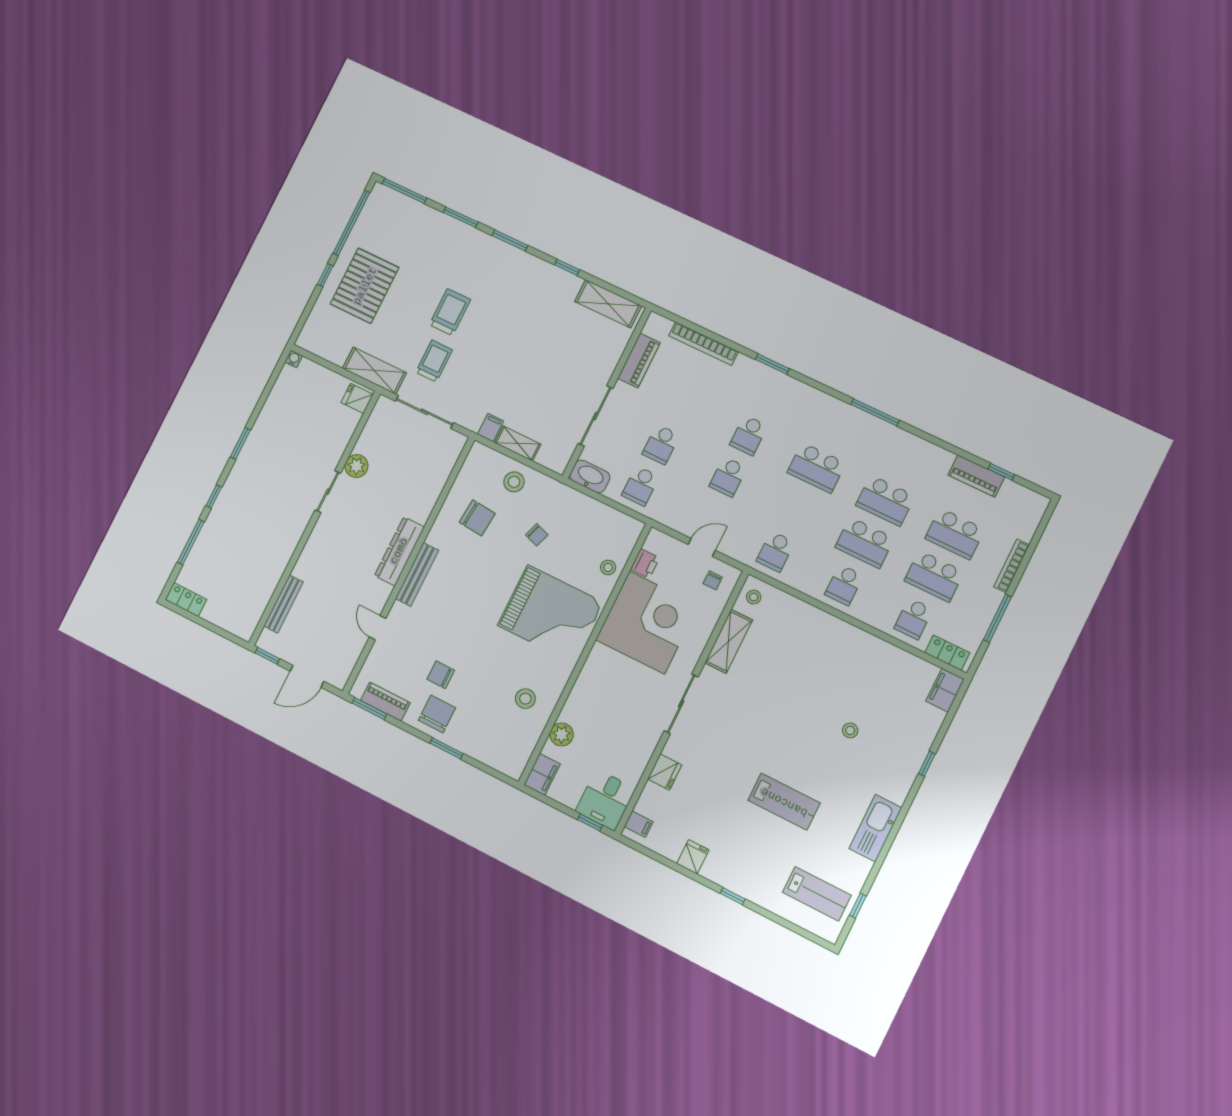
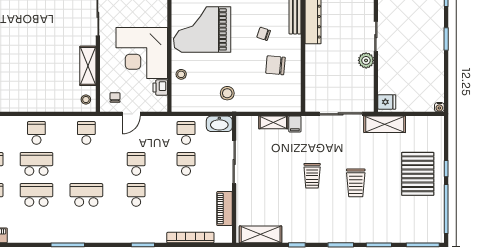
trolley: (434, 361) -> (312, 176), moved
stool: (514, 482) -> (227, 93), moved
chair: (537, 535) -> (264, 34), moved

